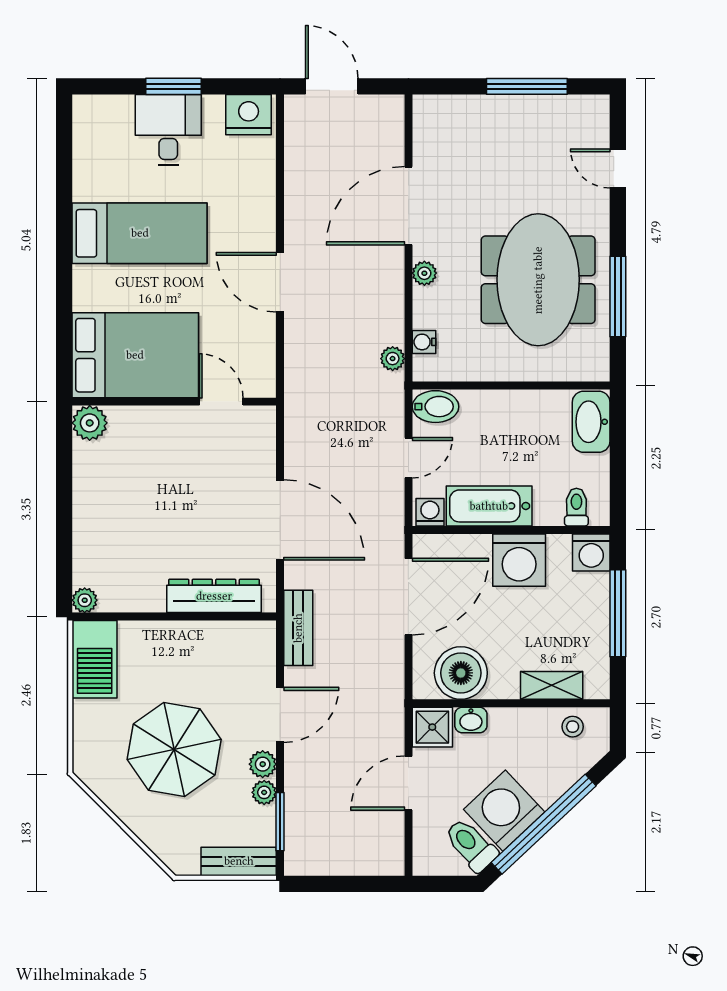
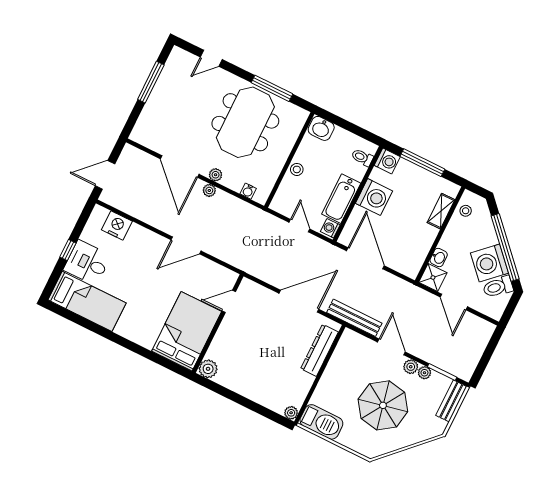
window: (173, 86) -> (68, 250), width x0.67
nightstand: (249, 115) -> (117, 225), moved, turned 90
bed: (140, 233) -> (87, 301), moved, turned 90
meeting table: (538, 280) -> (245, 122), turned 90
plant: (393, 359) -> (209, 190), moved
stool: (501, 406) -> (297, 169), added
bidet: (435, 407) -> (281, 201), removed
washbasin: (591, 422) -> (321, 128), width x0.72
bench: (298, 628) -> (354, 318), width x1.36
boiler: (461, 673) -> (414, 251), removed

